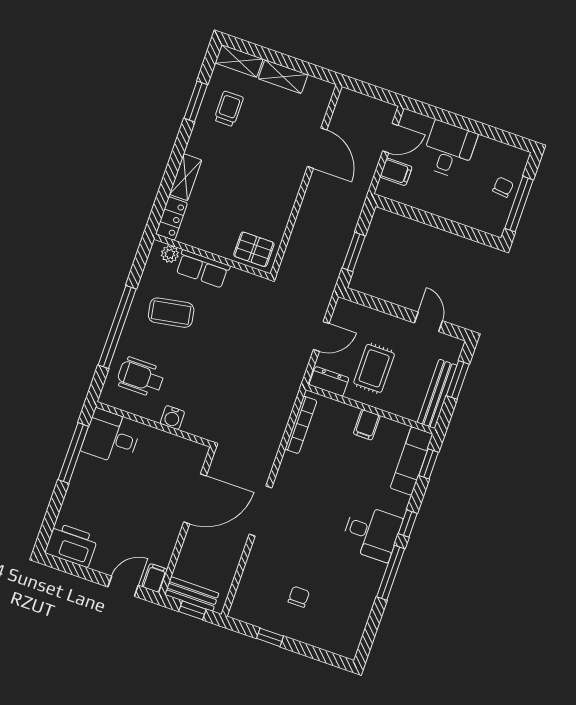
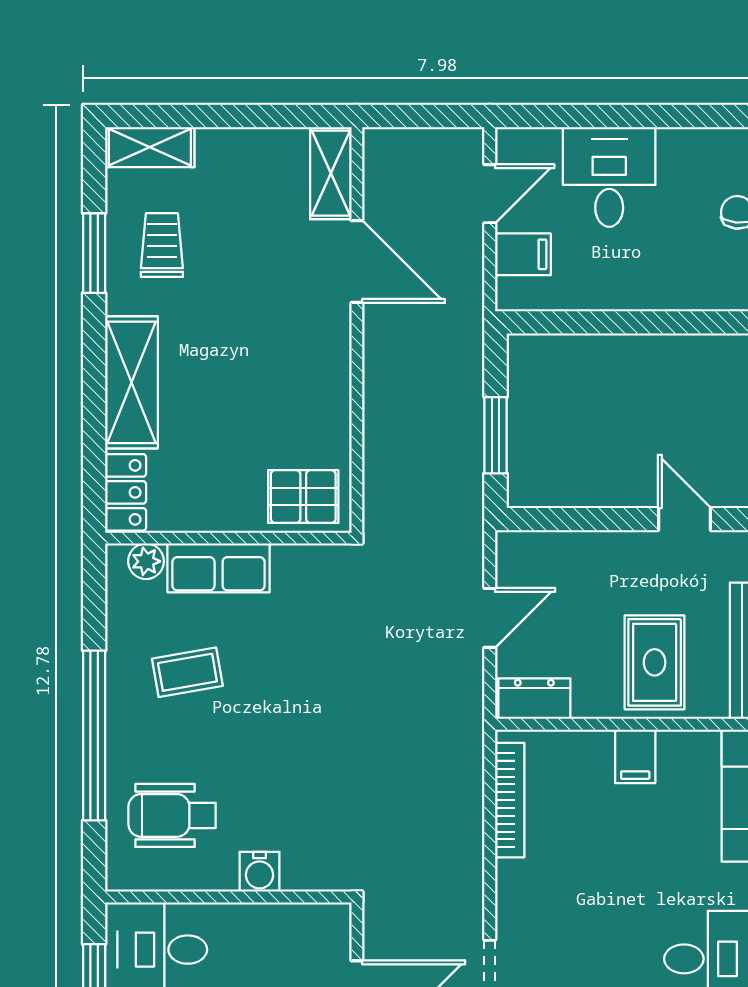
shelving: (283, 77) -> (331, 173), moved, turned 90
shelving: (186, 177) -> (132, 382), width x1.50, depth x1.33
coffee table: (171, 313) -> (187, 672), width x0.73, depth x0.77
rug: (374, 368) -> (655, 662), moved

